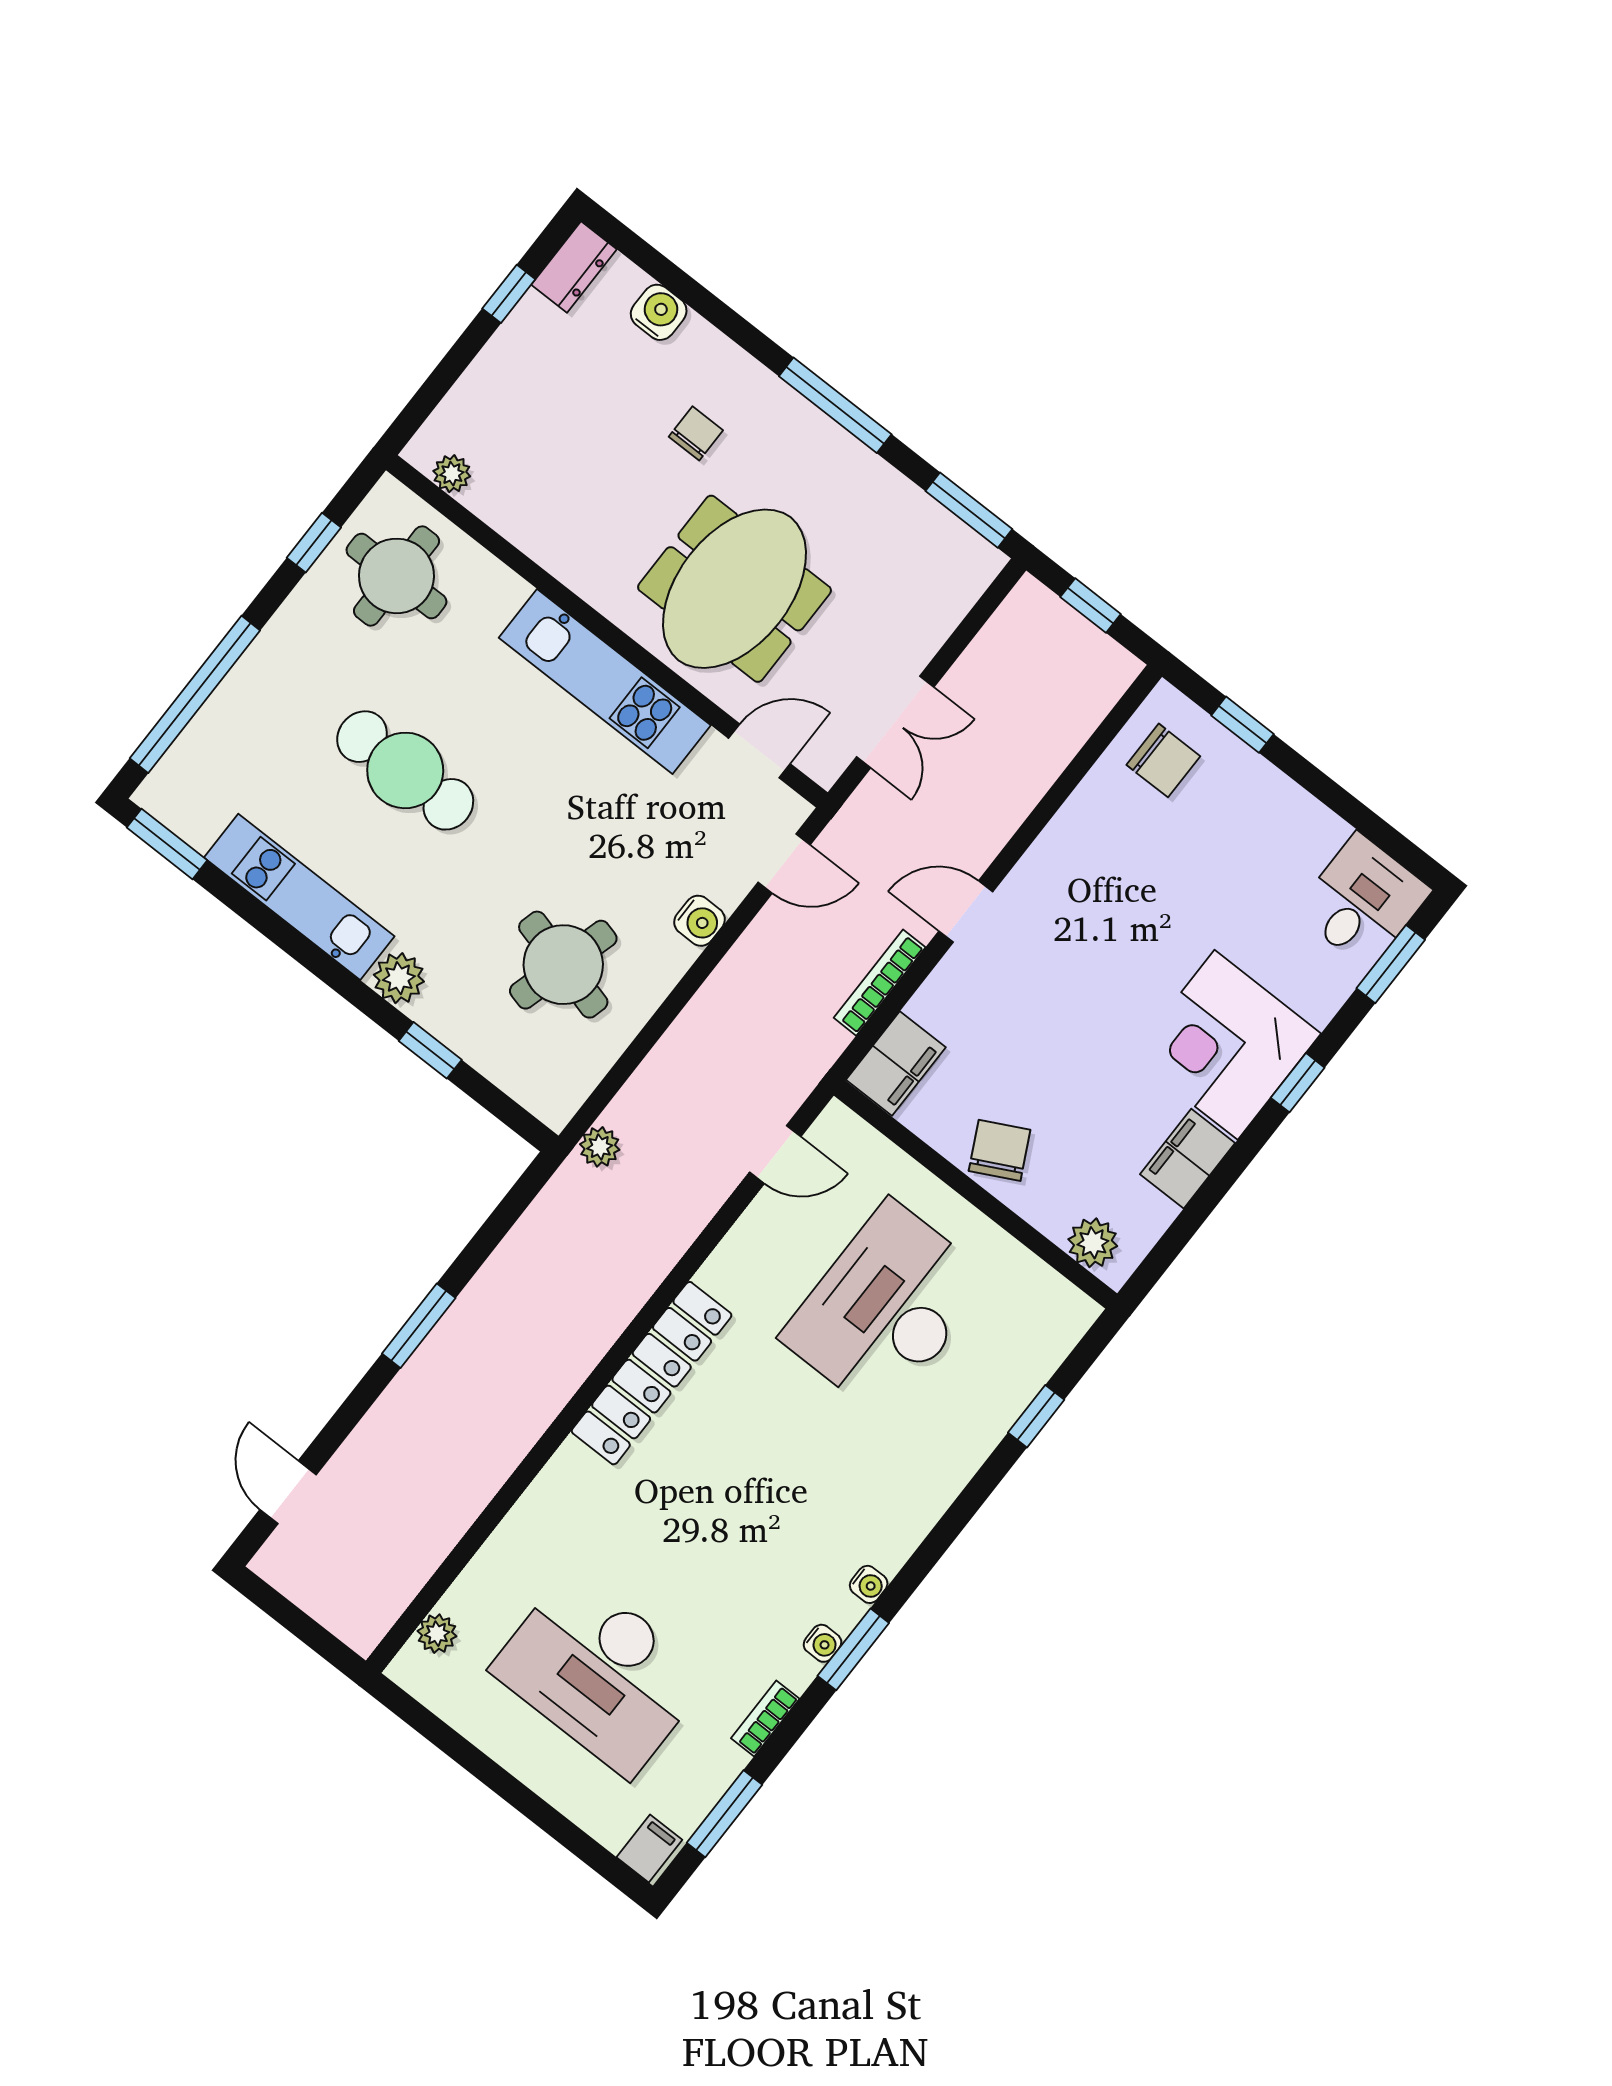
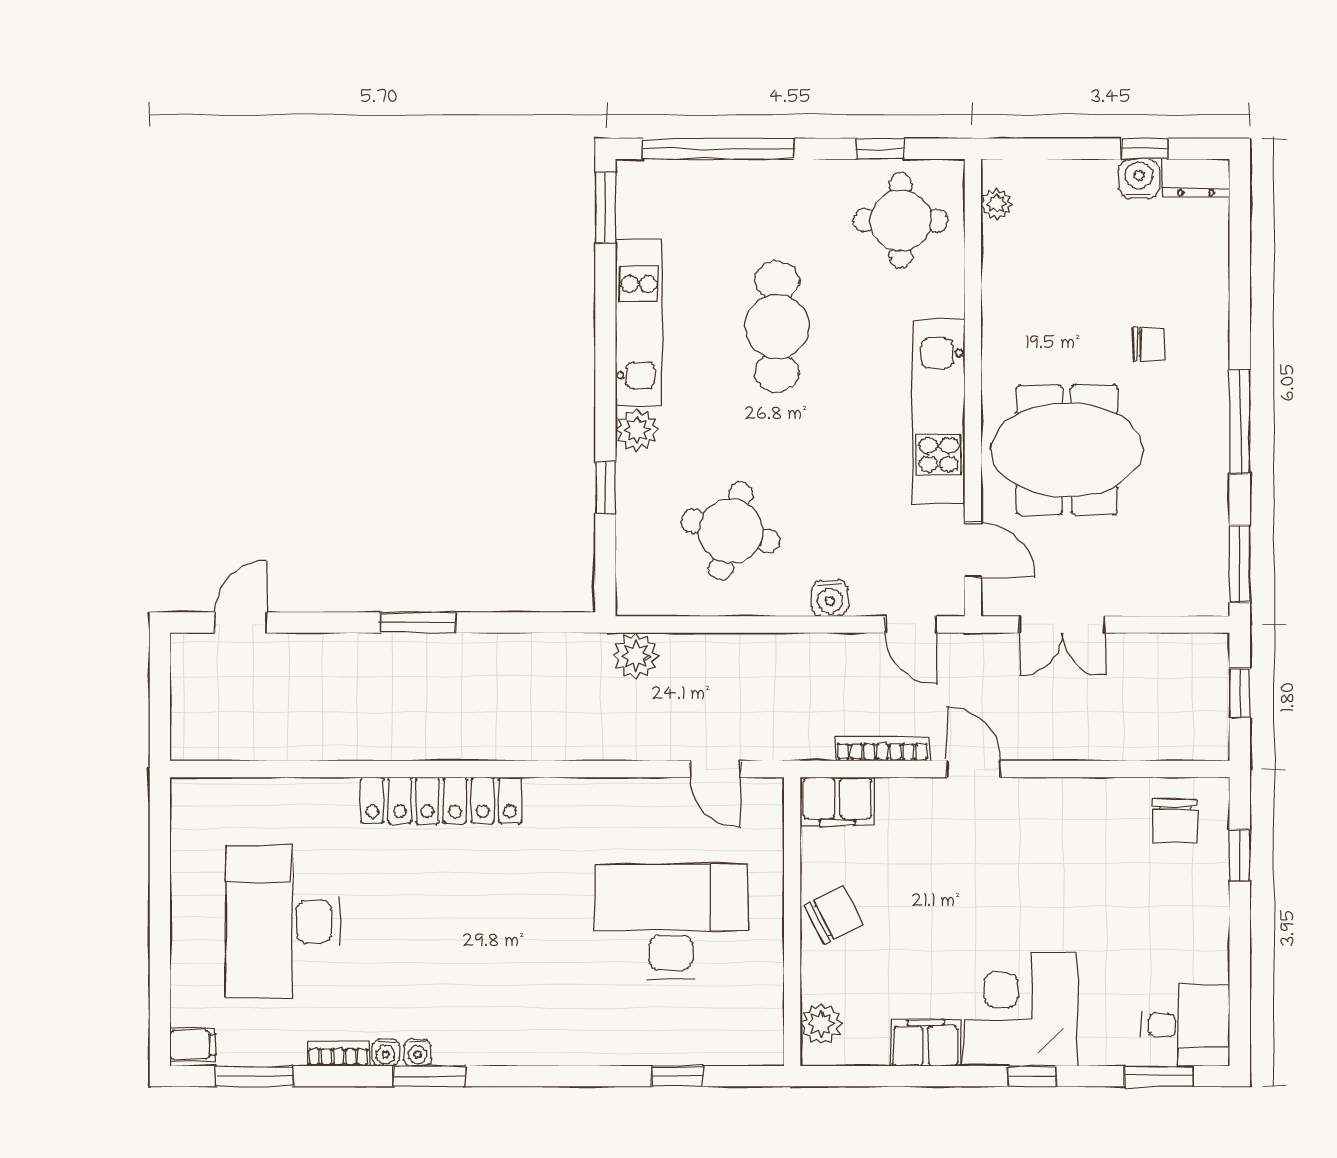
water cooler: (659, 312) -> (1139, 179), moved, turned -90
plant: (600, 1147) -> (636, 656), width x1.38, depth x1.38
locker: (652, 1373) -> (441, 800), moved
water cooler: (869, 1584) -> (386, 1053), moved
plant: (437, 1634) -> (225, 794), removed

